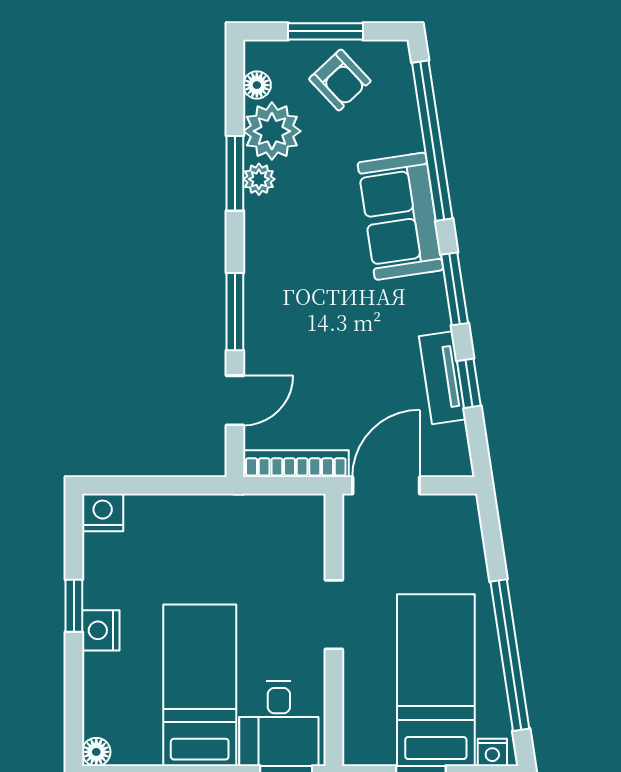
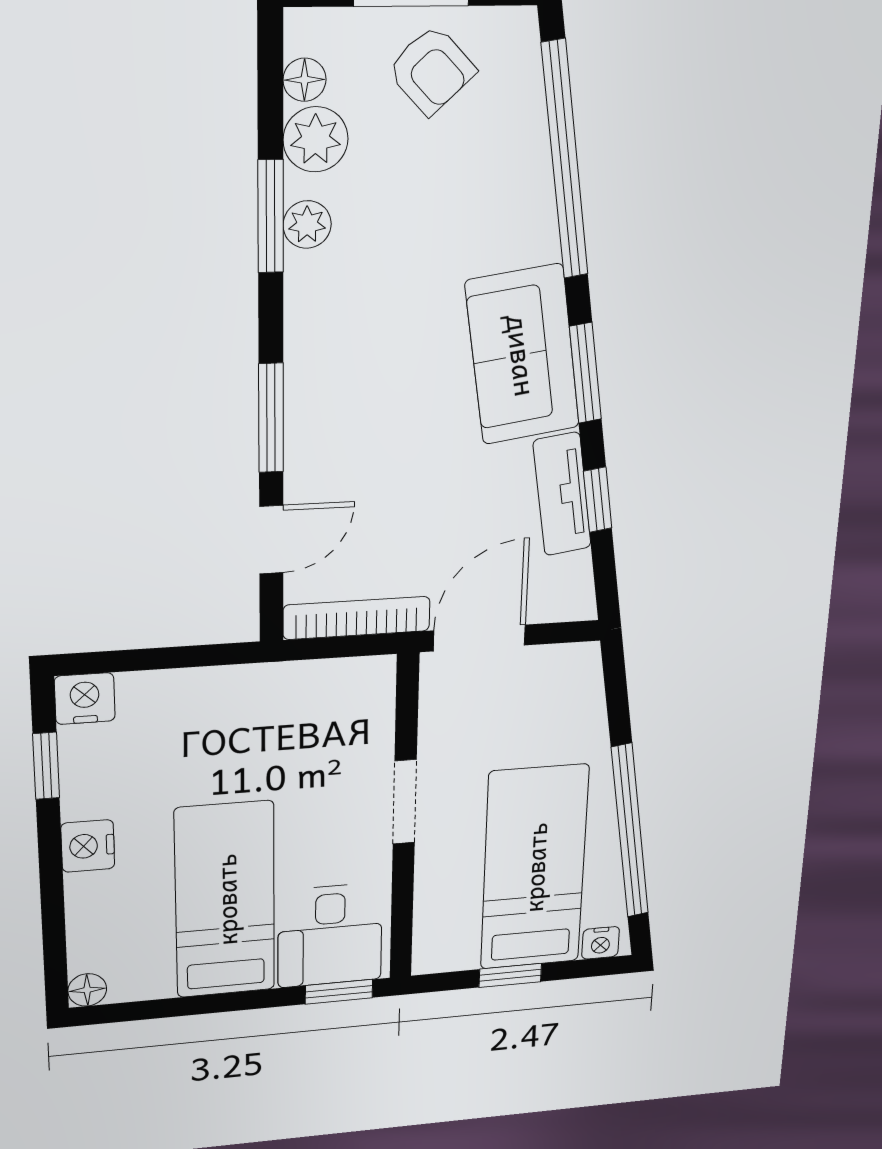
plant: (272, 131) -> (316, 139), width x0.73, depth x0.73
sofa: (400, 216) -> (523, 355), moved
window: (74, 606) -> (46, 766), moved

